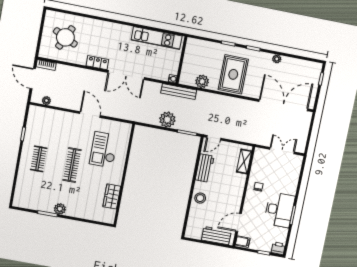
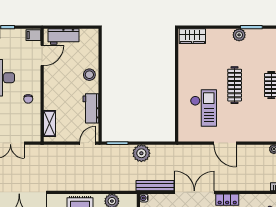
bench: (179, 91) -> (155, 186), moved
wardrobe: (112, 196) -> (192, 36), moved, turned 90

